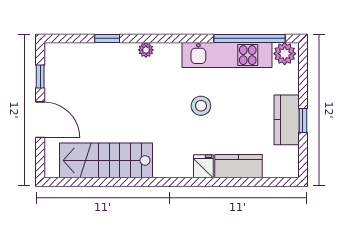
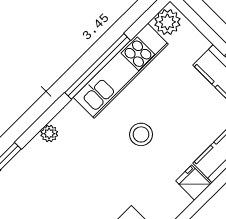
window: (249, 38) -> (98, 66), moved

